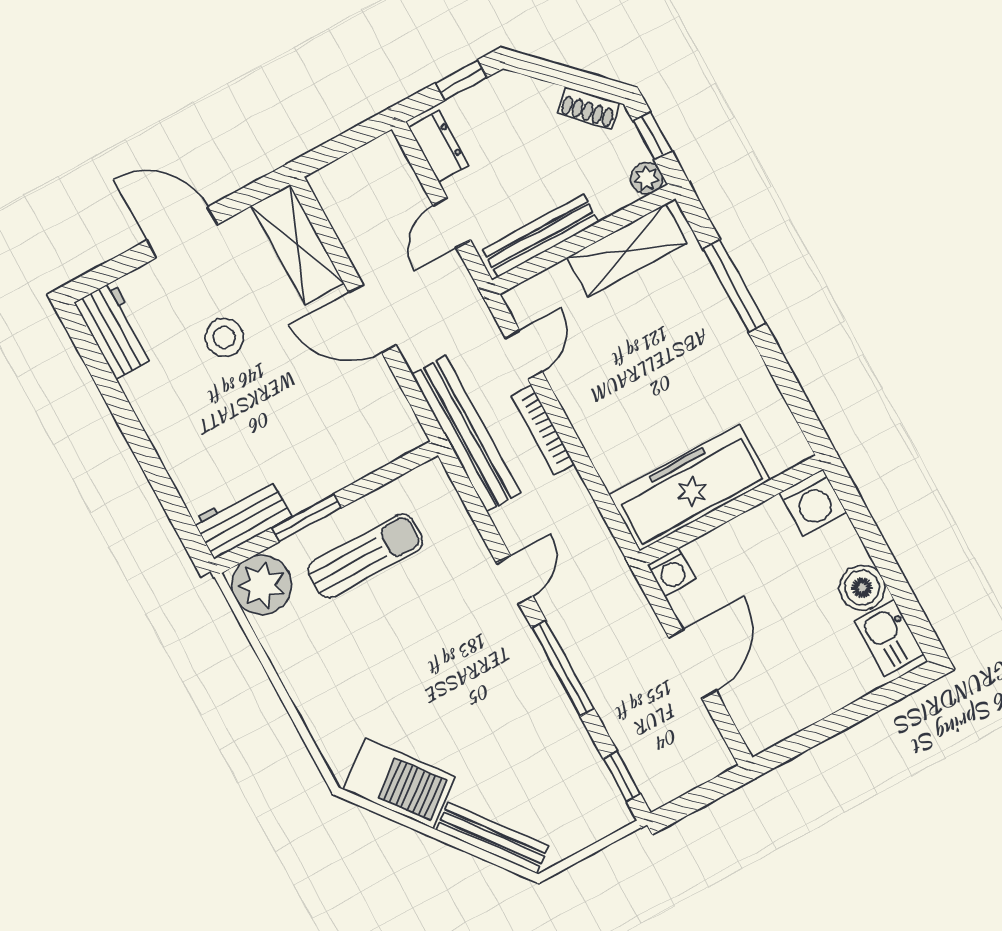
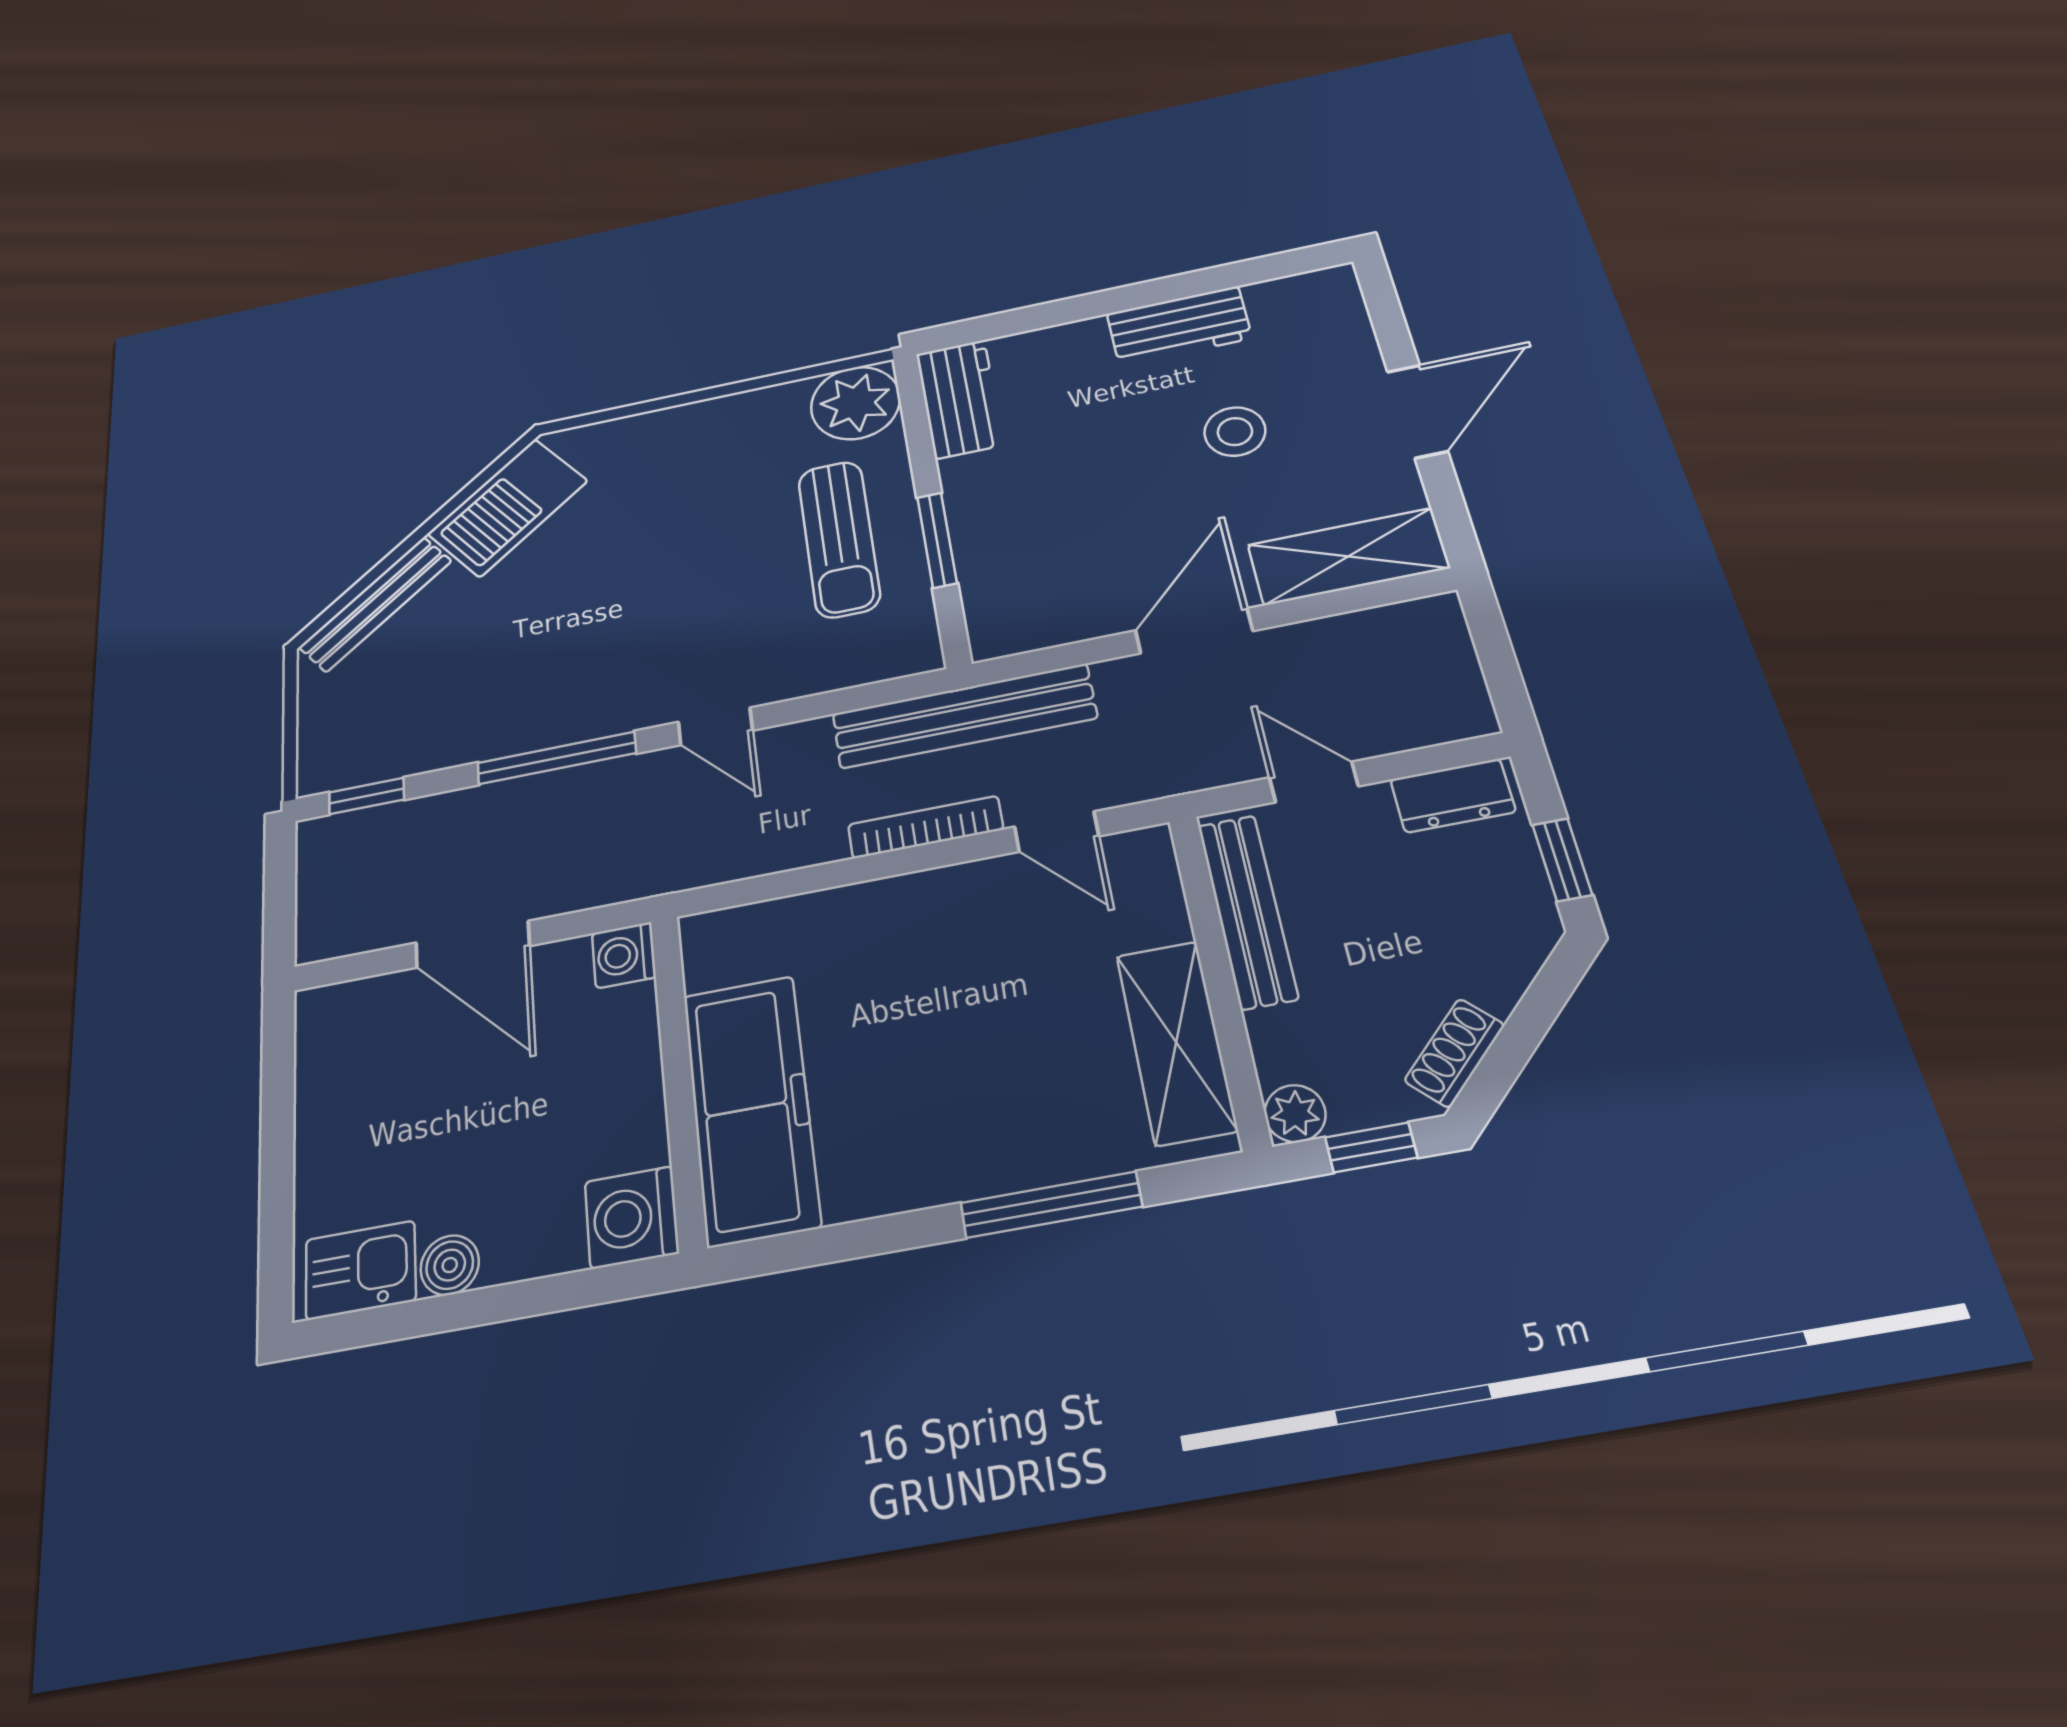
workbench: (115, 330) -> (1179, 326), moved
freezer: (690, 488) -> (751, 1109), moved
window: (306, 518) -> (937, 540), moved
boiler: (862, 588) -> (450, 1265), width x0.73, depth x0.73

